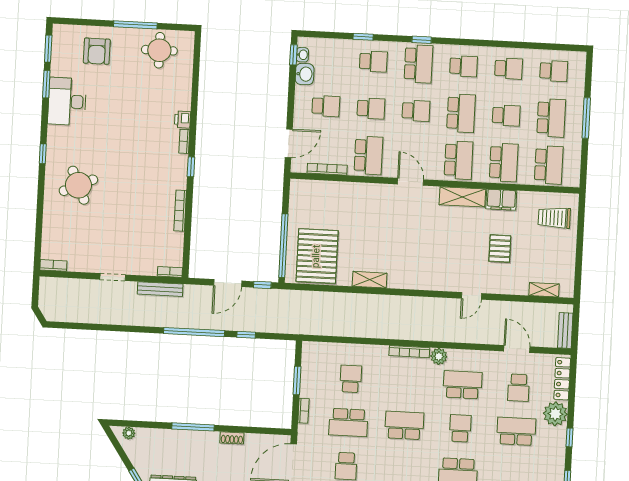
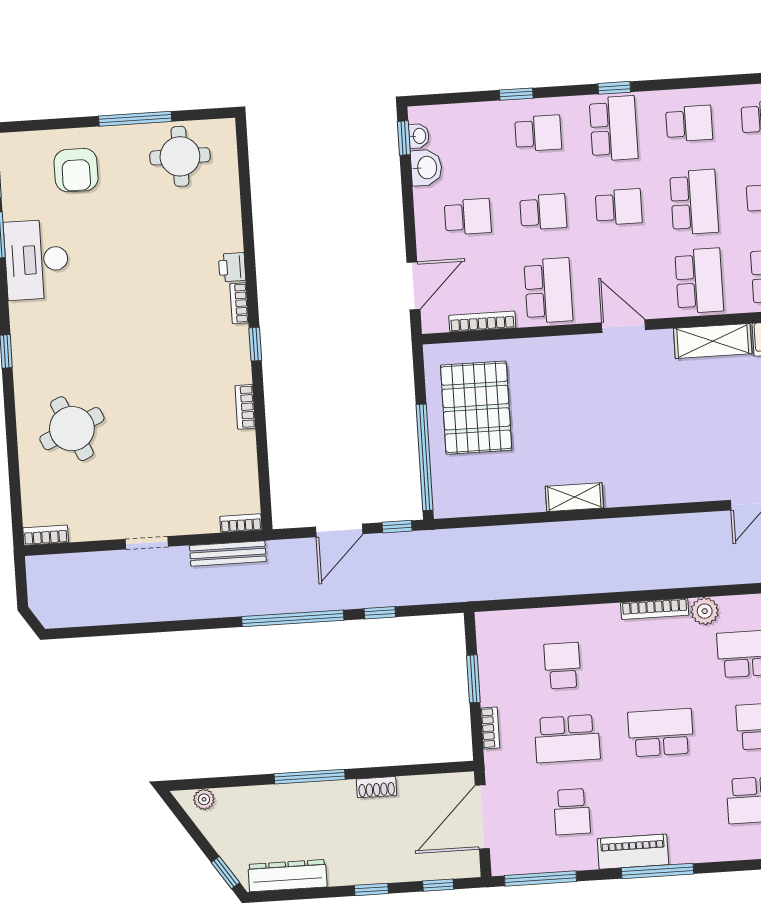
round table: (78, 185) -> (72, 429), moved
bookcase: (180, 211) -> (245, 407), width x0.64
pallet: (317, 256) -> (476, 408), moved

